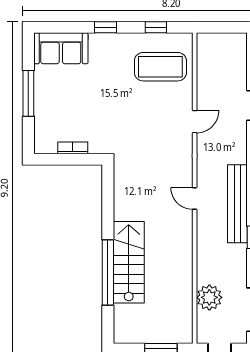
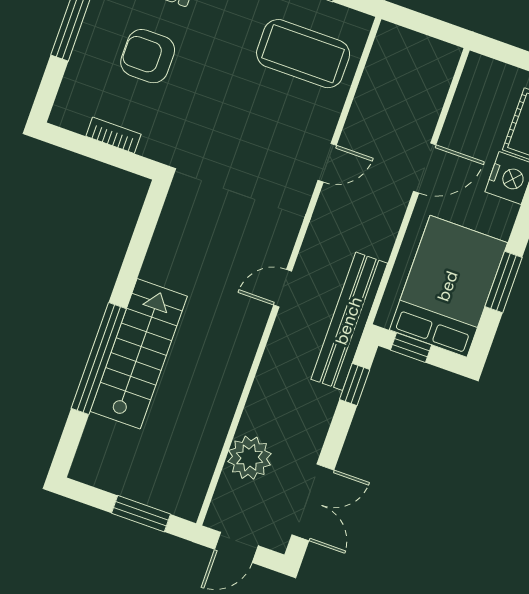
armchair: (76, 98) -> (148, 56), added
door: (195, 199) -> (283, 288), hinge flipped

